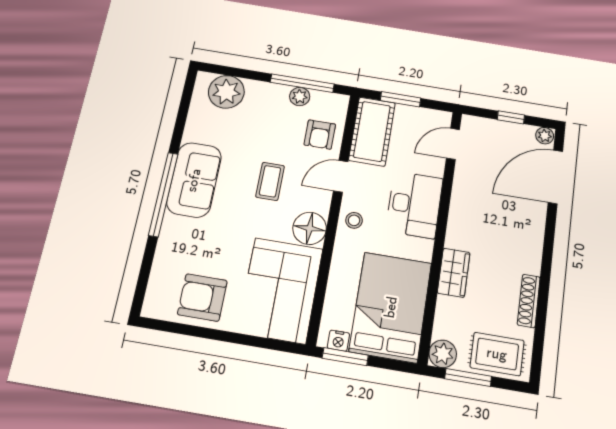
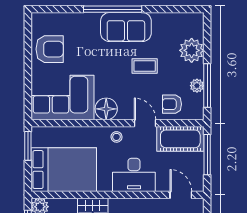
plant: (226, 92) -> (192, 50), moved
window: (401, 99) -> (207, 155), width x1.44
coffee table: (270, 181) -> (145, 66), moved
armchair: (202, 297) -> (50, 49), turned 90
nightstand: (338, 341) -> (37, 140), removed

